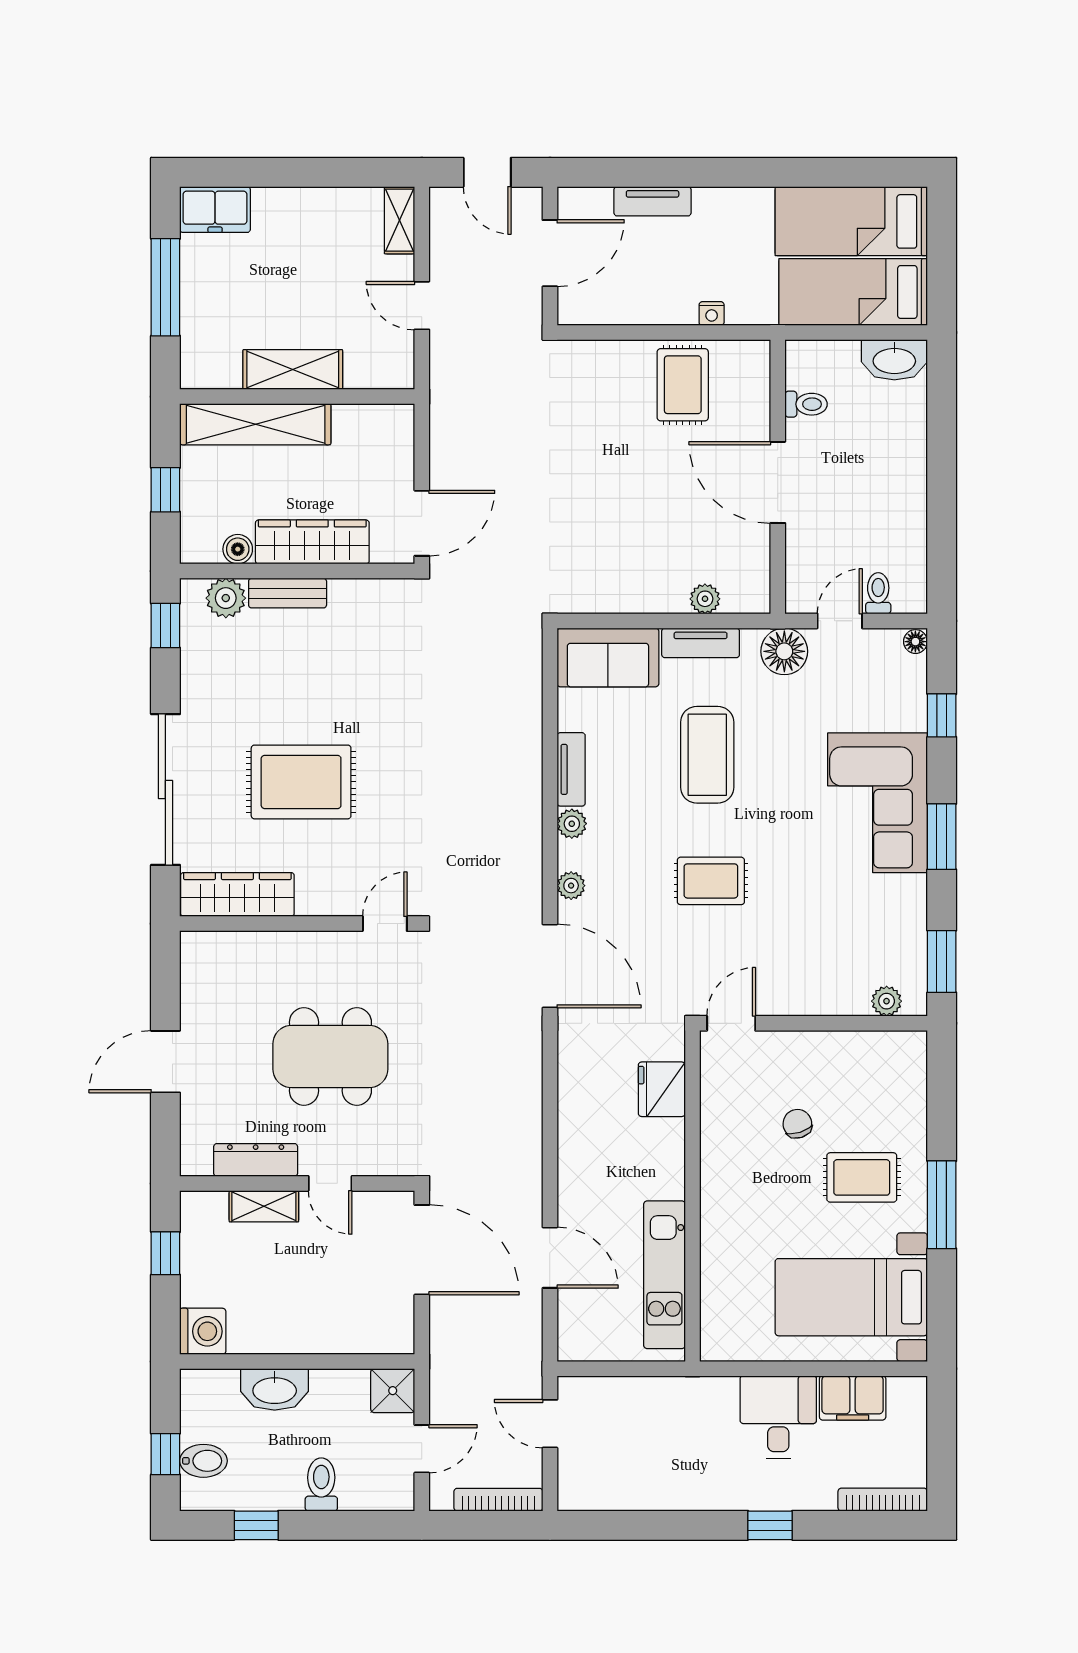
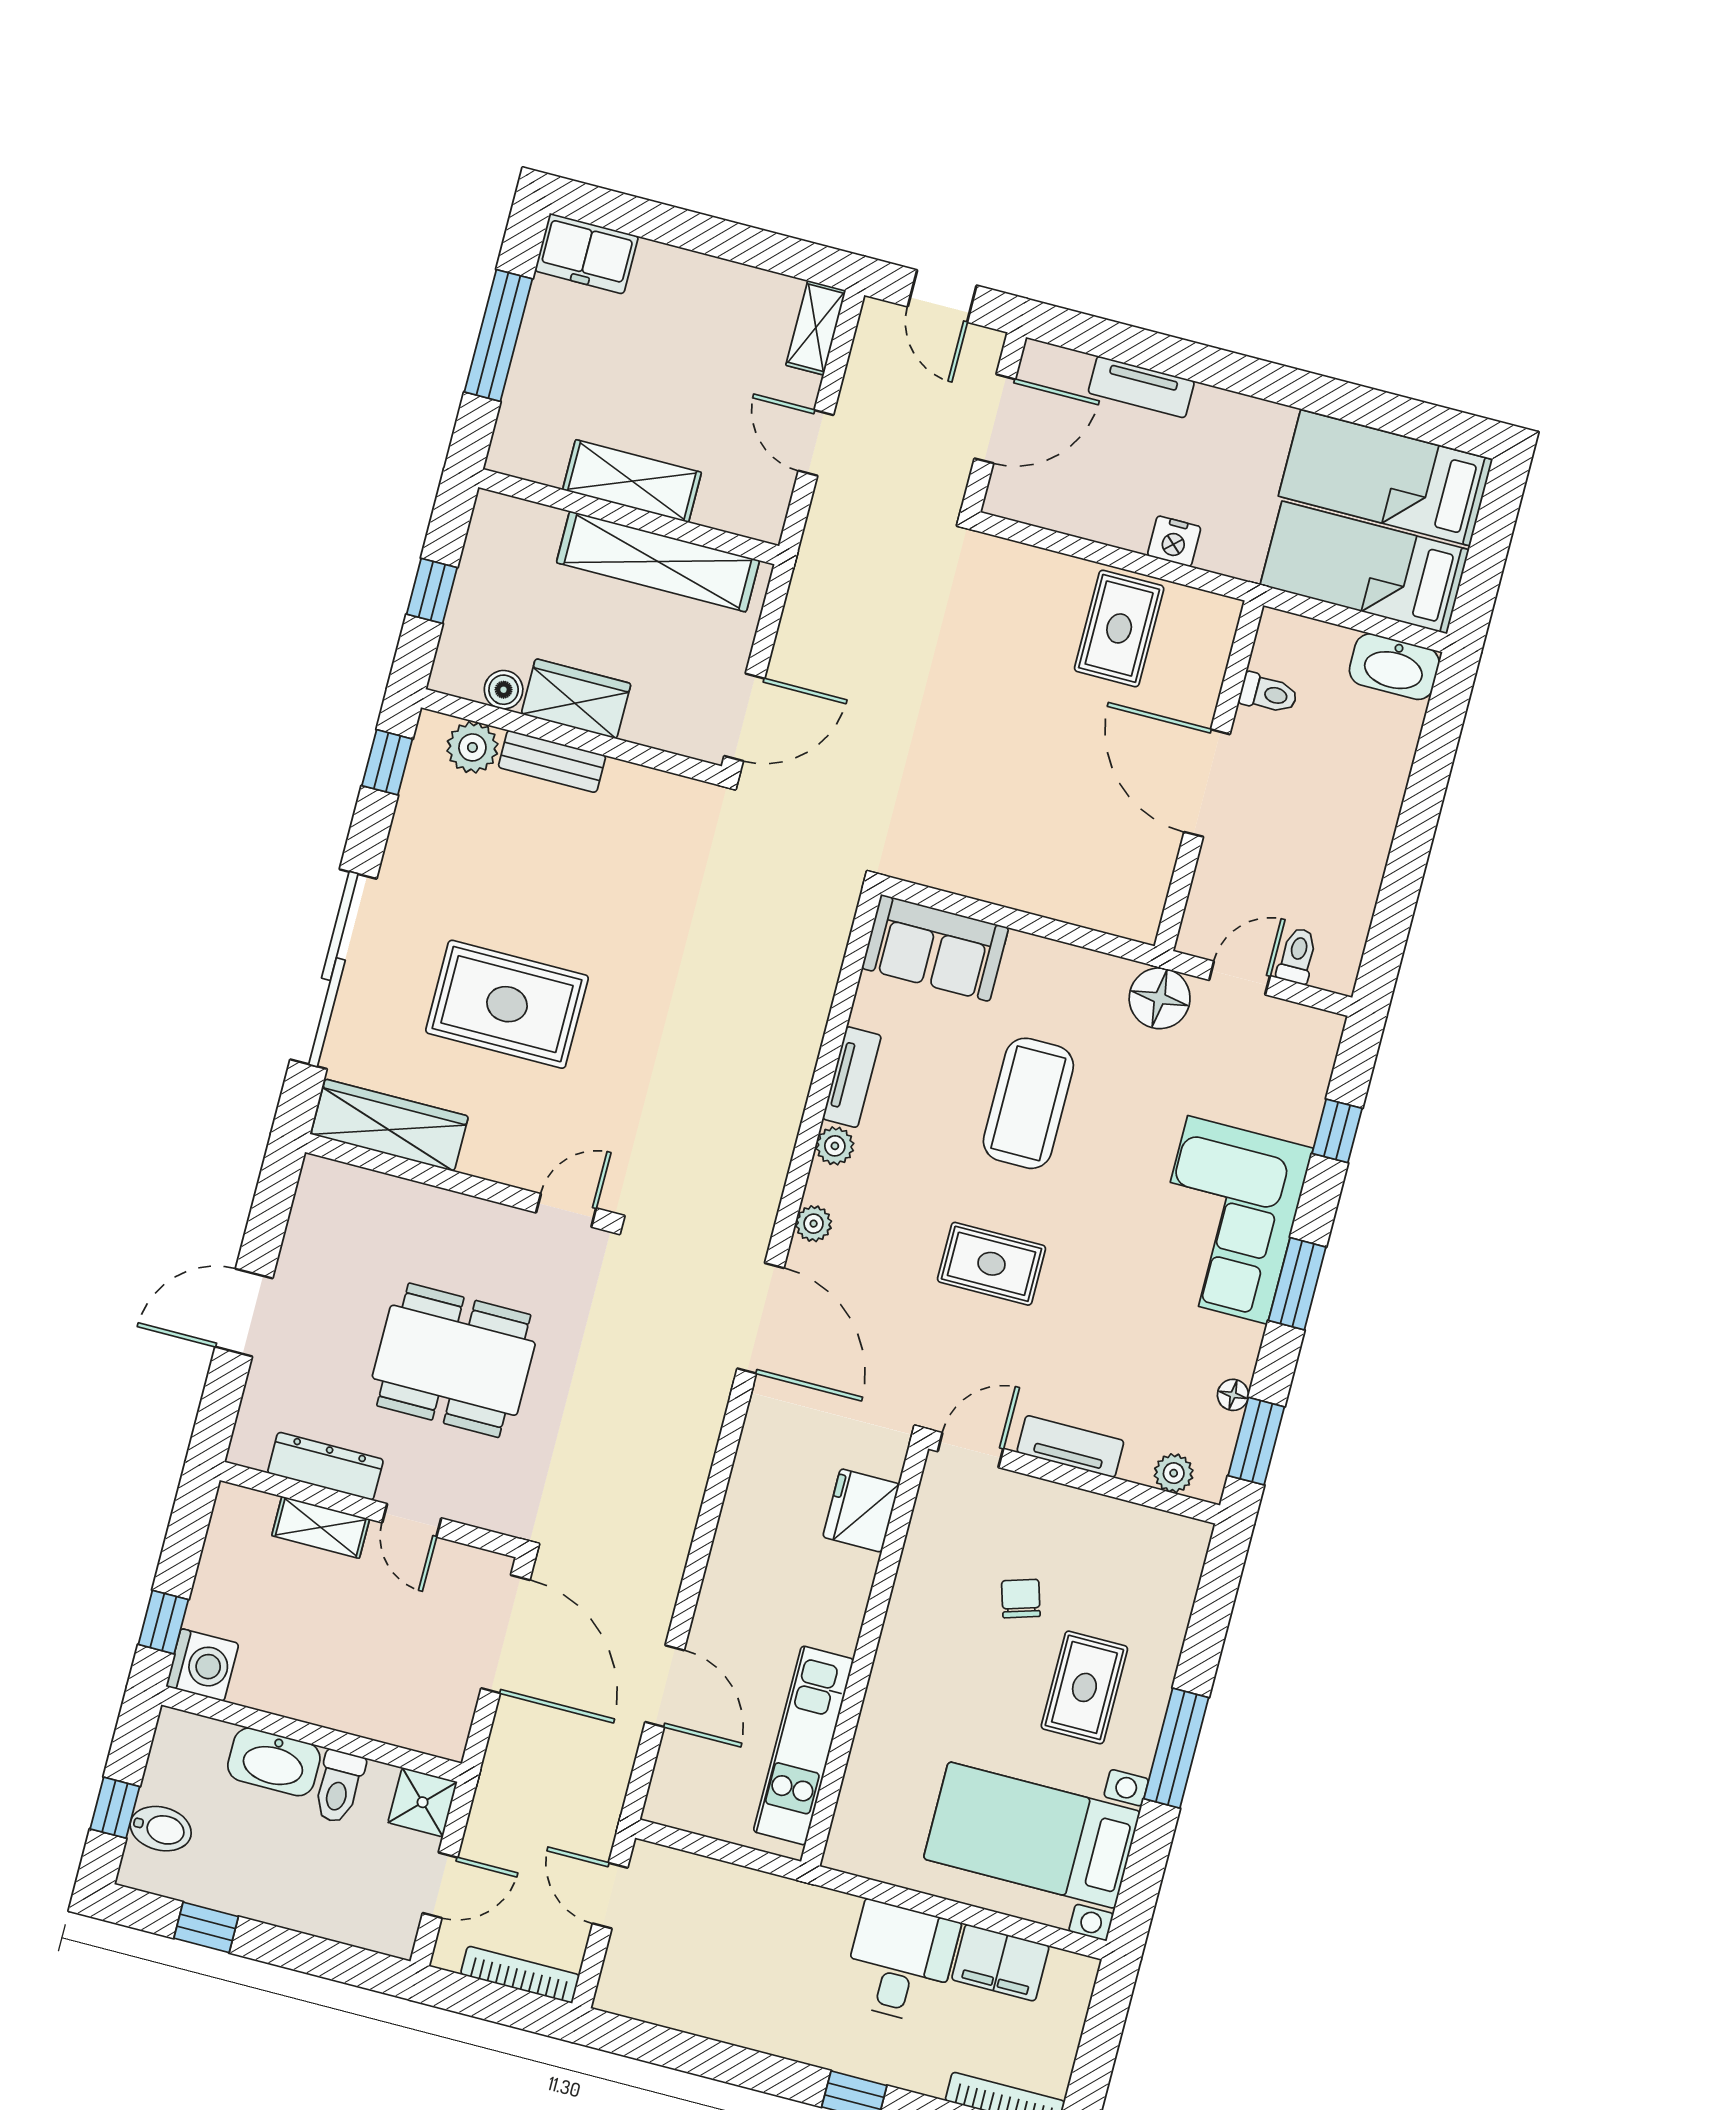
nightstand: (712, 314) -> (1174, 541), width x1.39, depth x1.35
shelving: (256, 424) -> (658, 562), moved
wardrobe: (312, 542) -> (576, 699), width x0.67
plant: (705, 599) -> (1077, 906), removed
floor lamp: (915, 642) -> (1233, 1395), moved
tv unit: (701, 643) -> (1070, 1446), moved, turned 180
rug: (862, 1177) -> (1084, 1687), turned 90
window: (165, 1253) -> (163, 1622), moved
toilet: (321, 1484) -> (339, 1787), moved, turned 180

